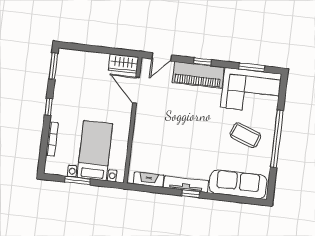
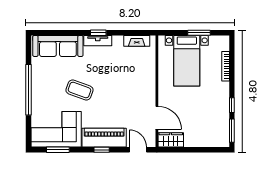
door: (162, 57) -> (138, 150), hinge flipped
window: (49, 107) -> (232, 105), moved
coffee table: (245, 135) -> (79, 90), moved
tv unit: (186, 184) -> (98, 41), width x0.71

